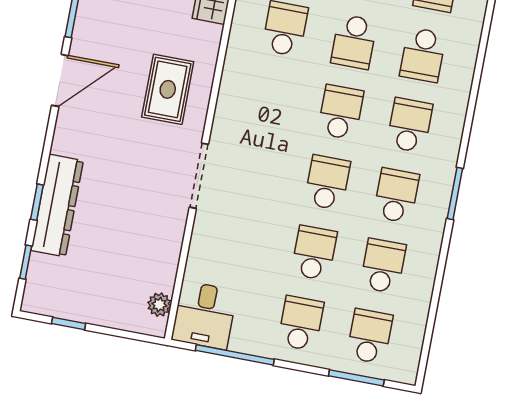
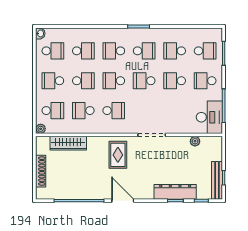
rug: (168, 89) -> (118, 155), turned 90
school desk: (272, 99) -> (114, 111), added
school desk: (396, 196) -> (144, 51), turned 180
plant: (159, 305) -> (195, 141), moved
bench: (65, 307) -> (217, 180), added
desk: (204, 315) -> (209, 117), width x1.37
school desk: (370, 336) -> (205, 51), turned 180

